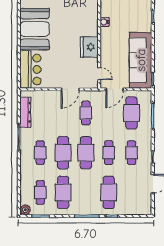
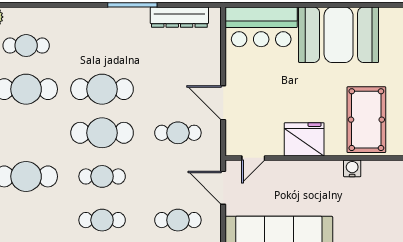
pool table: (79, 14) -> (366, 120), added
cafe table: (132, 113) -> (178, 220), width x0.73, depth x0.74
cafe table: (40, 153) -> (102, 46), removed

